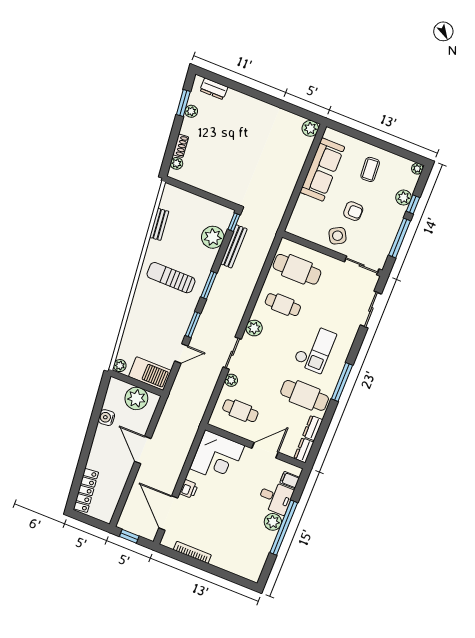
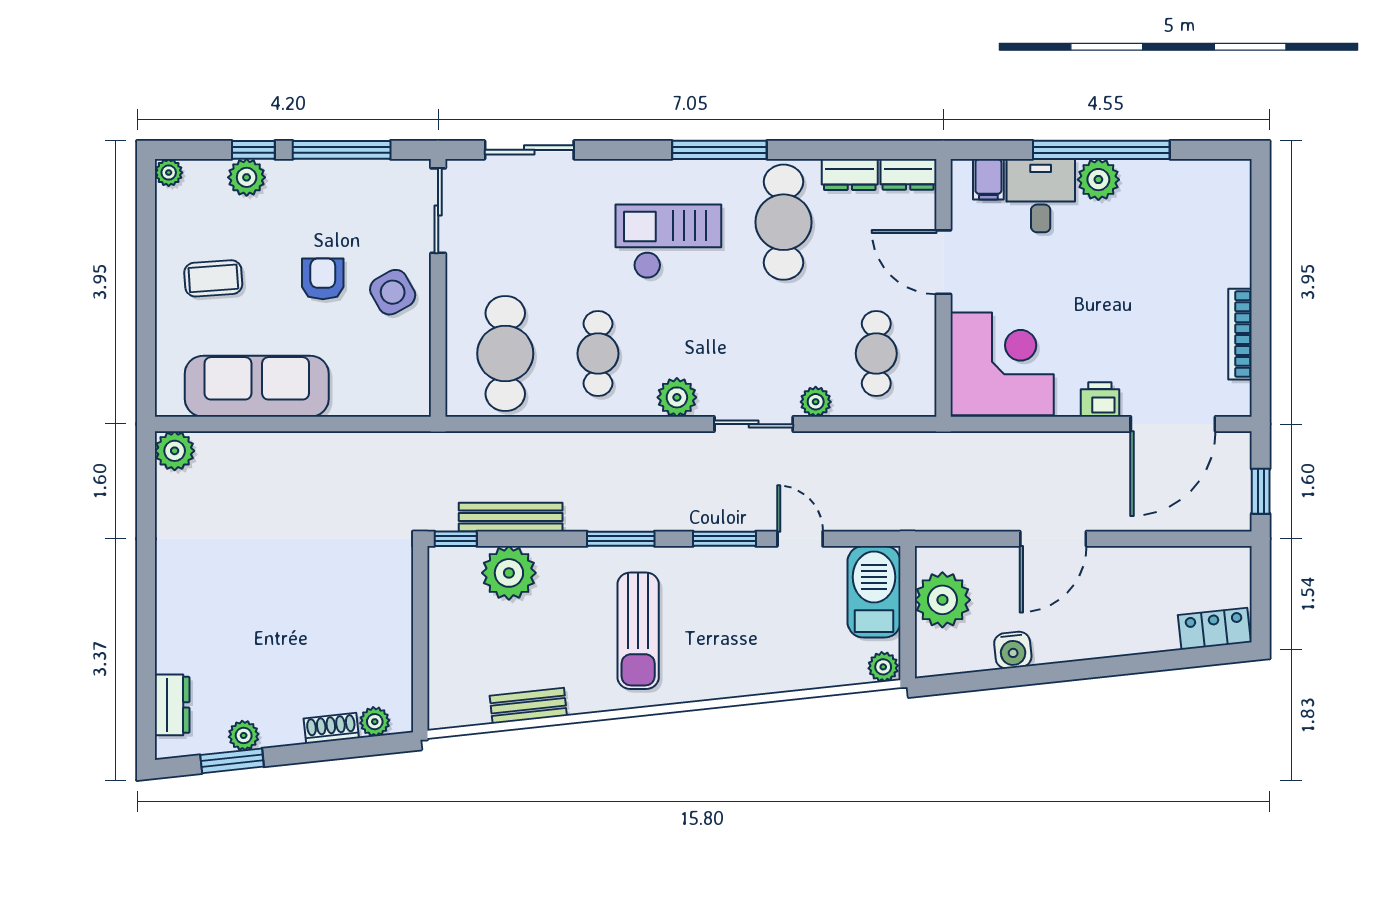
locker: (86, 490) -> (1214, 629), width x0.66

